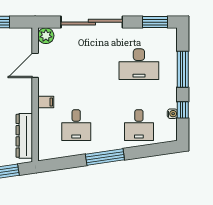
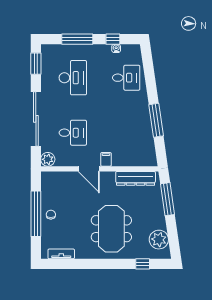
door: (35, 65) -> (89, 169), moved
desk: (76, 125) -> (73, 133), moved
window: (105, 157) -> (156, 120), moved

